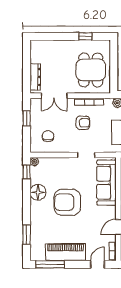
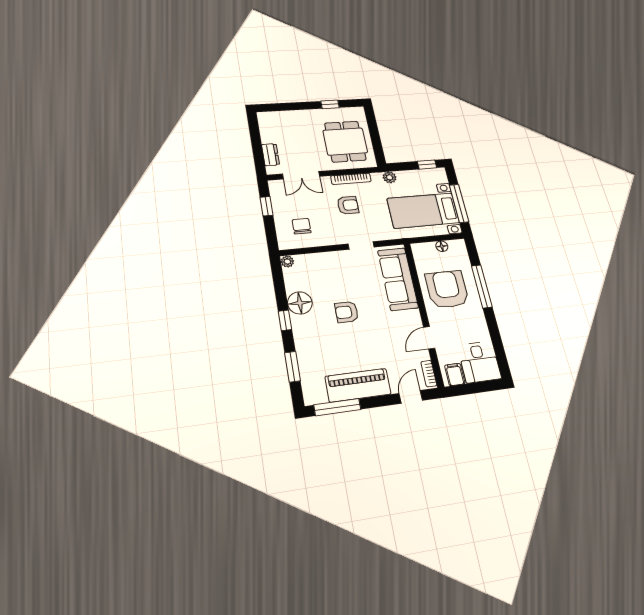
dresser: (35, 77) -> (271, 155), width x0.70
window: (27, 172) -> (285, 320), moved
armchair: (67, 202) -> (347, 312), width x0.53, depth x0.53

